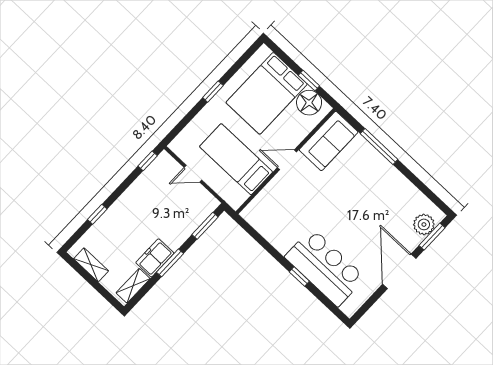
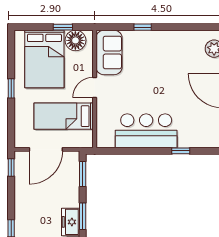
window: (379, 147) -> (143, 27), width x0.46
door: (193, 174) -> (46, 149), width x1.87
bar counter: (325, 267) -> (146, 131), moved
window: (299, 276) -> (181, 151), moved

